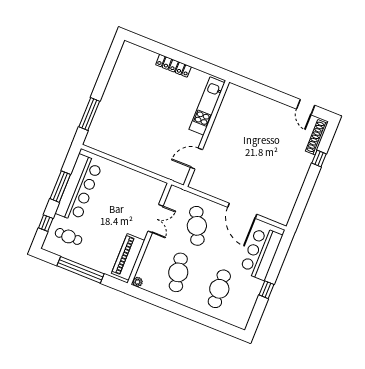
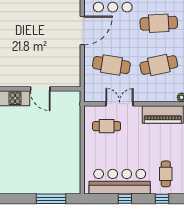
door: (197, 159) -> (40, 89), moved
window: (60, 187) -> (125, 199), width x0.46
cafe table: (139, 197) -> (107, 126), added
cafe table: (197, 226) -> (111, 65), turned 33

